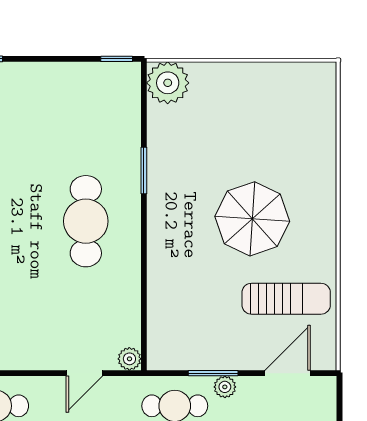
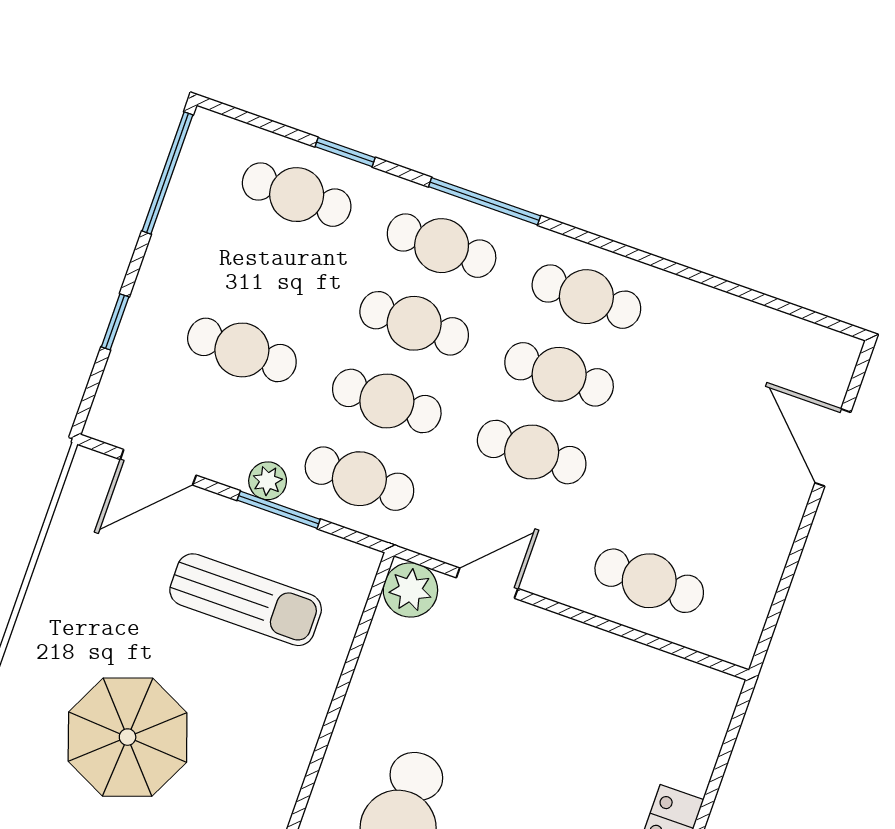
sun lounger: (286, 299) -> (246, 600), moved, turned 180
plant: (129, 359) -> (410, 590), width x1.38, depth x1.38

